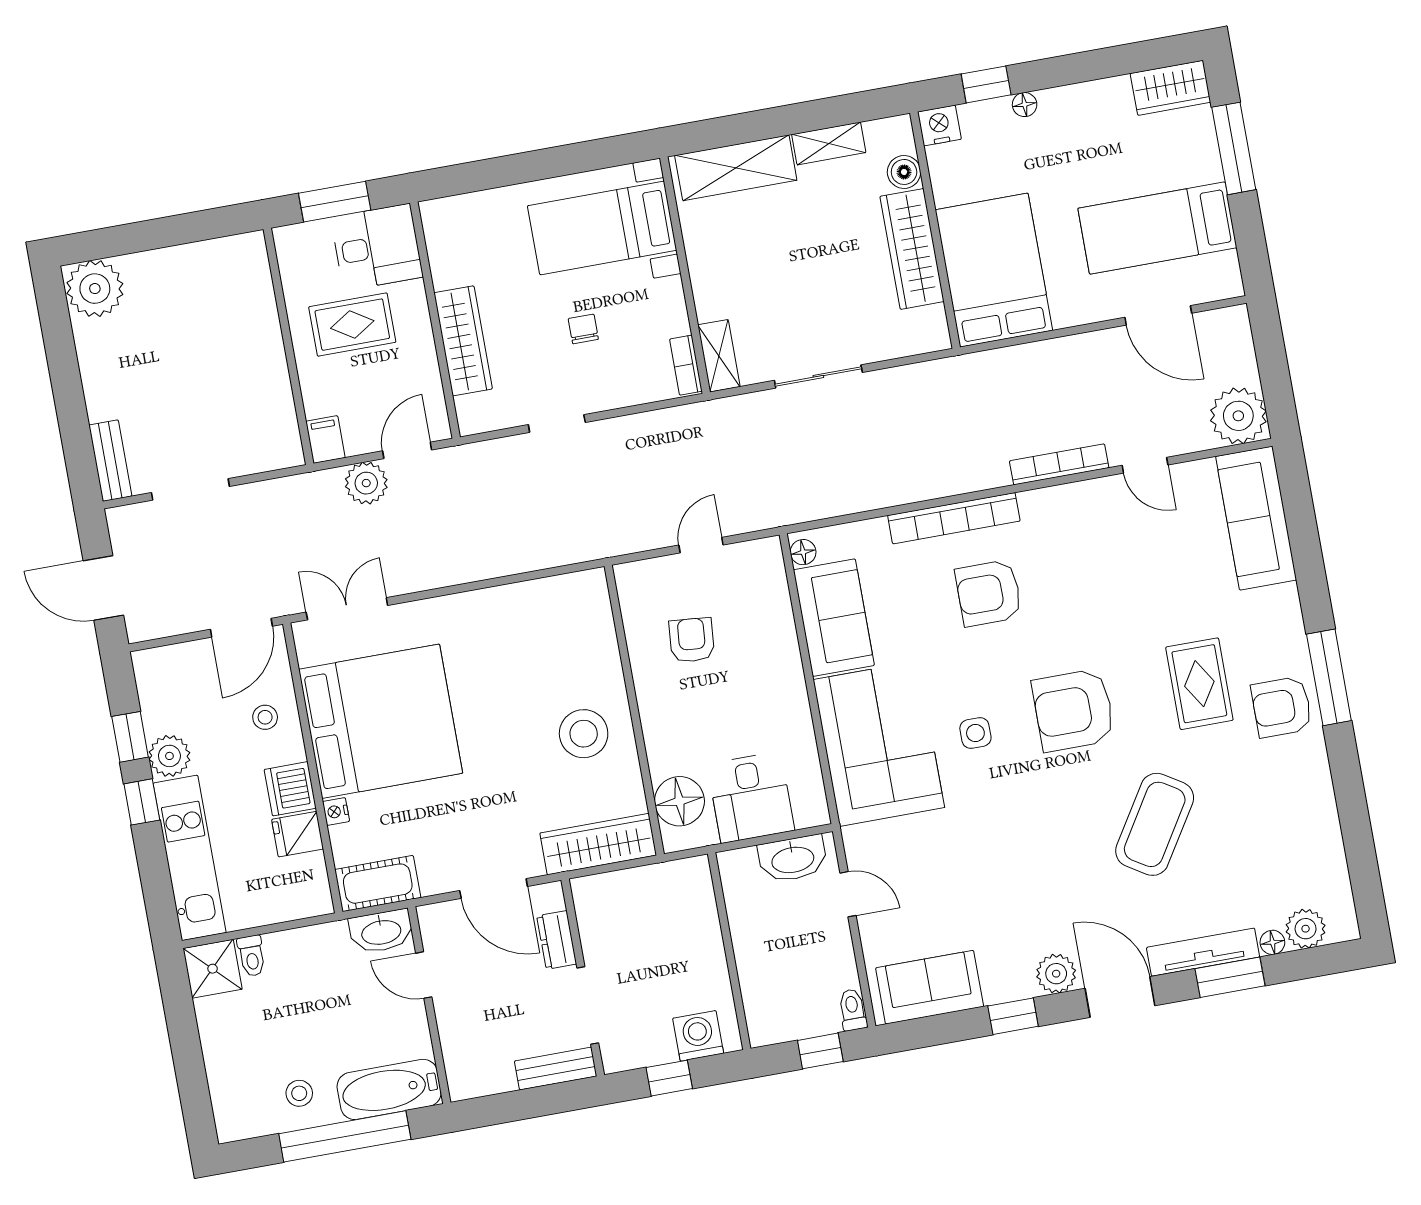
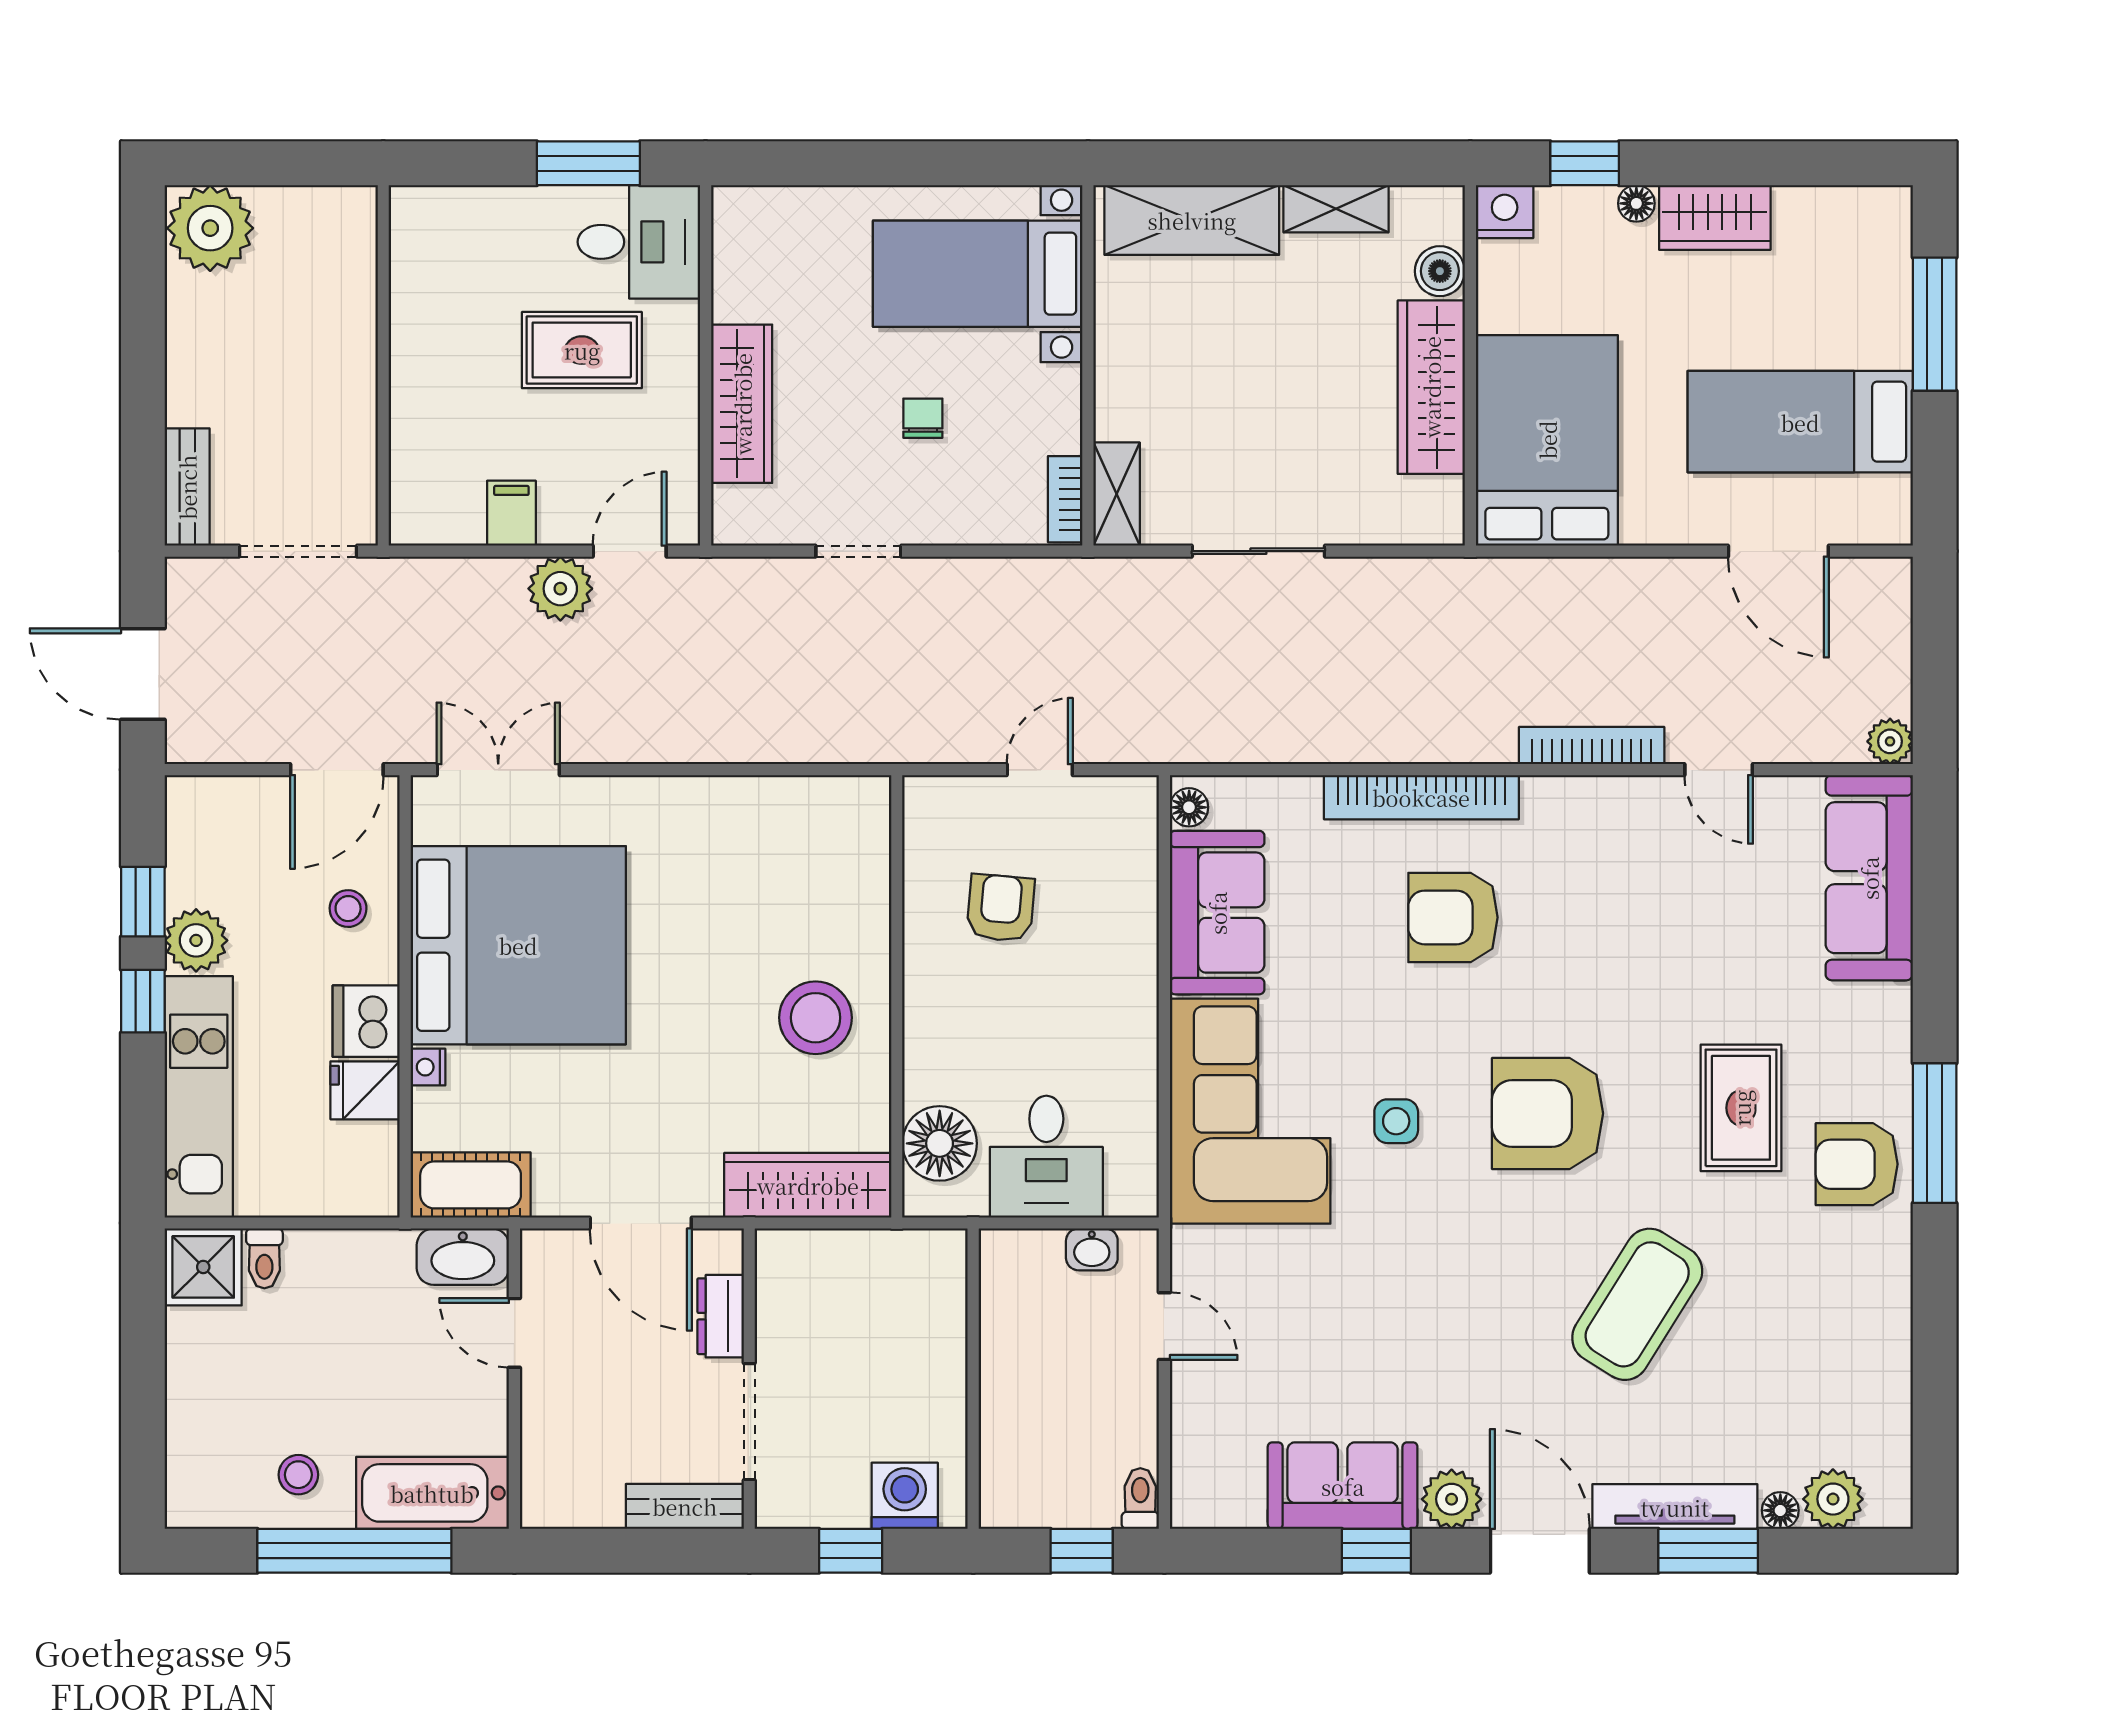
wardrobe: (1170, 88) -> (1715, 217), moved
wall: (289, 346) -> (383, 365), moved
plant: (1238, 416) -> (1890, 741), width x0.53, depth x0.53
washbasin: (793, 859) -> (1092, 1249), width x0.52, depth x0.69
sofa: (930, 987) -> (1343, 1486), moved

